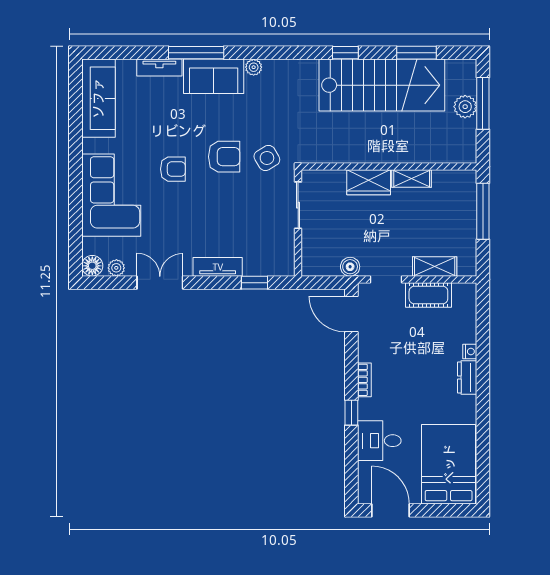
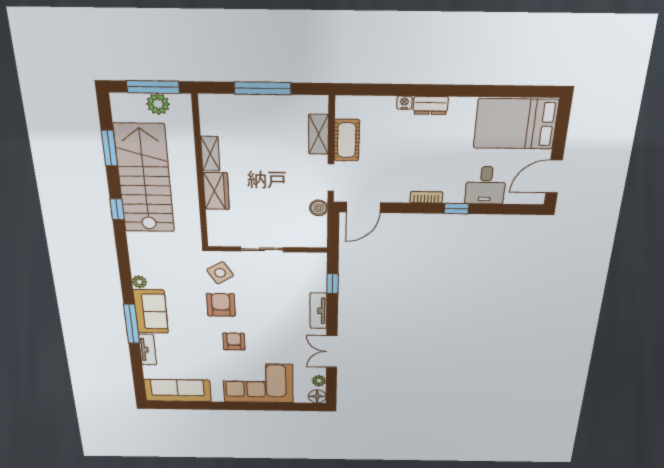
wall: (389, 167) -> (200, 173), moved
shelving: (412, 179) -> (210, 154), moved
wardrobe: (369, 182) -> (216, 191), moved

